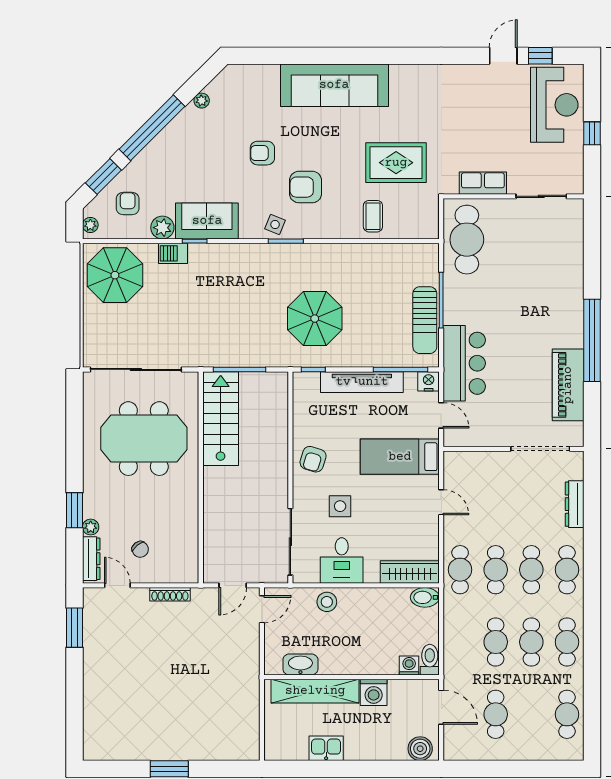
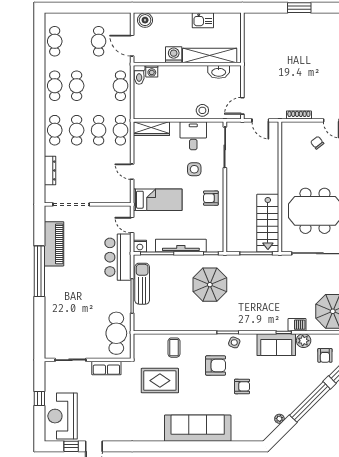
armchair: (313, 459) -> (211, 198), turned -107
door: (233, 585) -> (260, 120), swing flipped
bidet: (425, 597) -> (142, 113), removed
cafe table: (496, 642) -> (120, 86), moved

